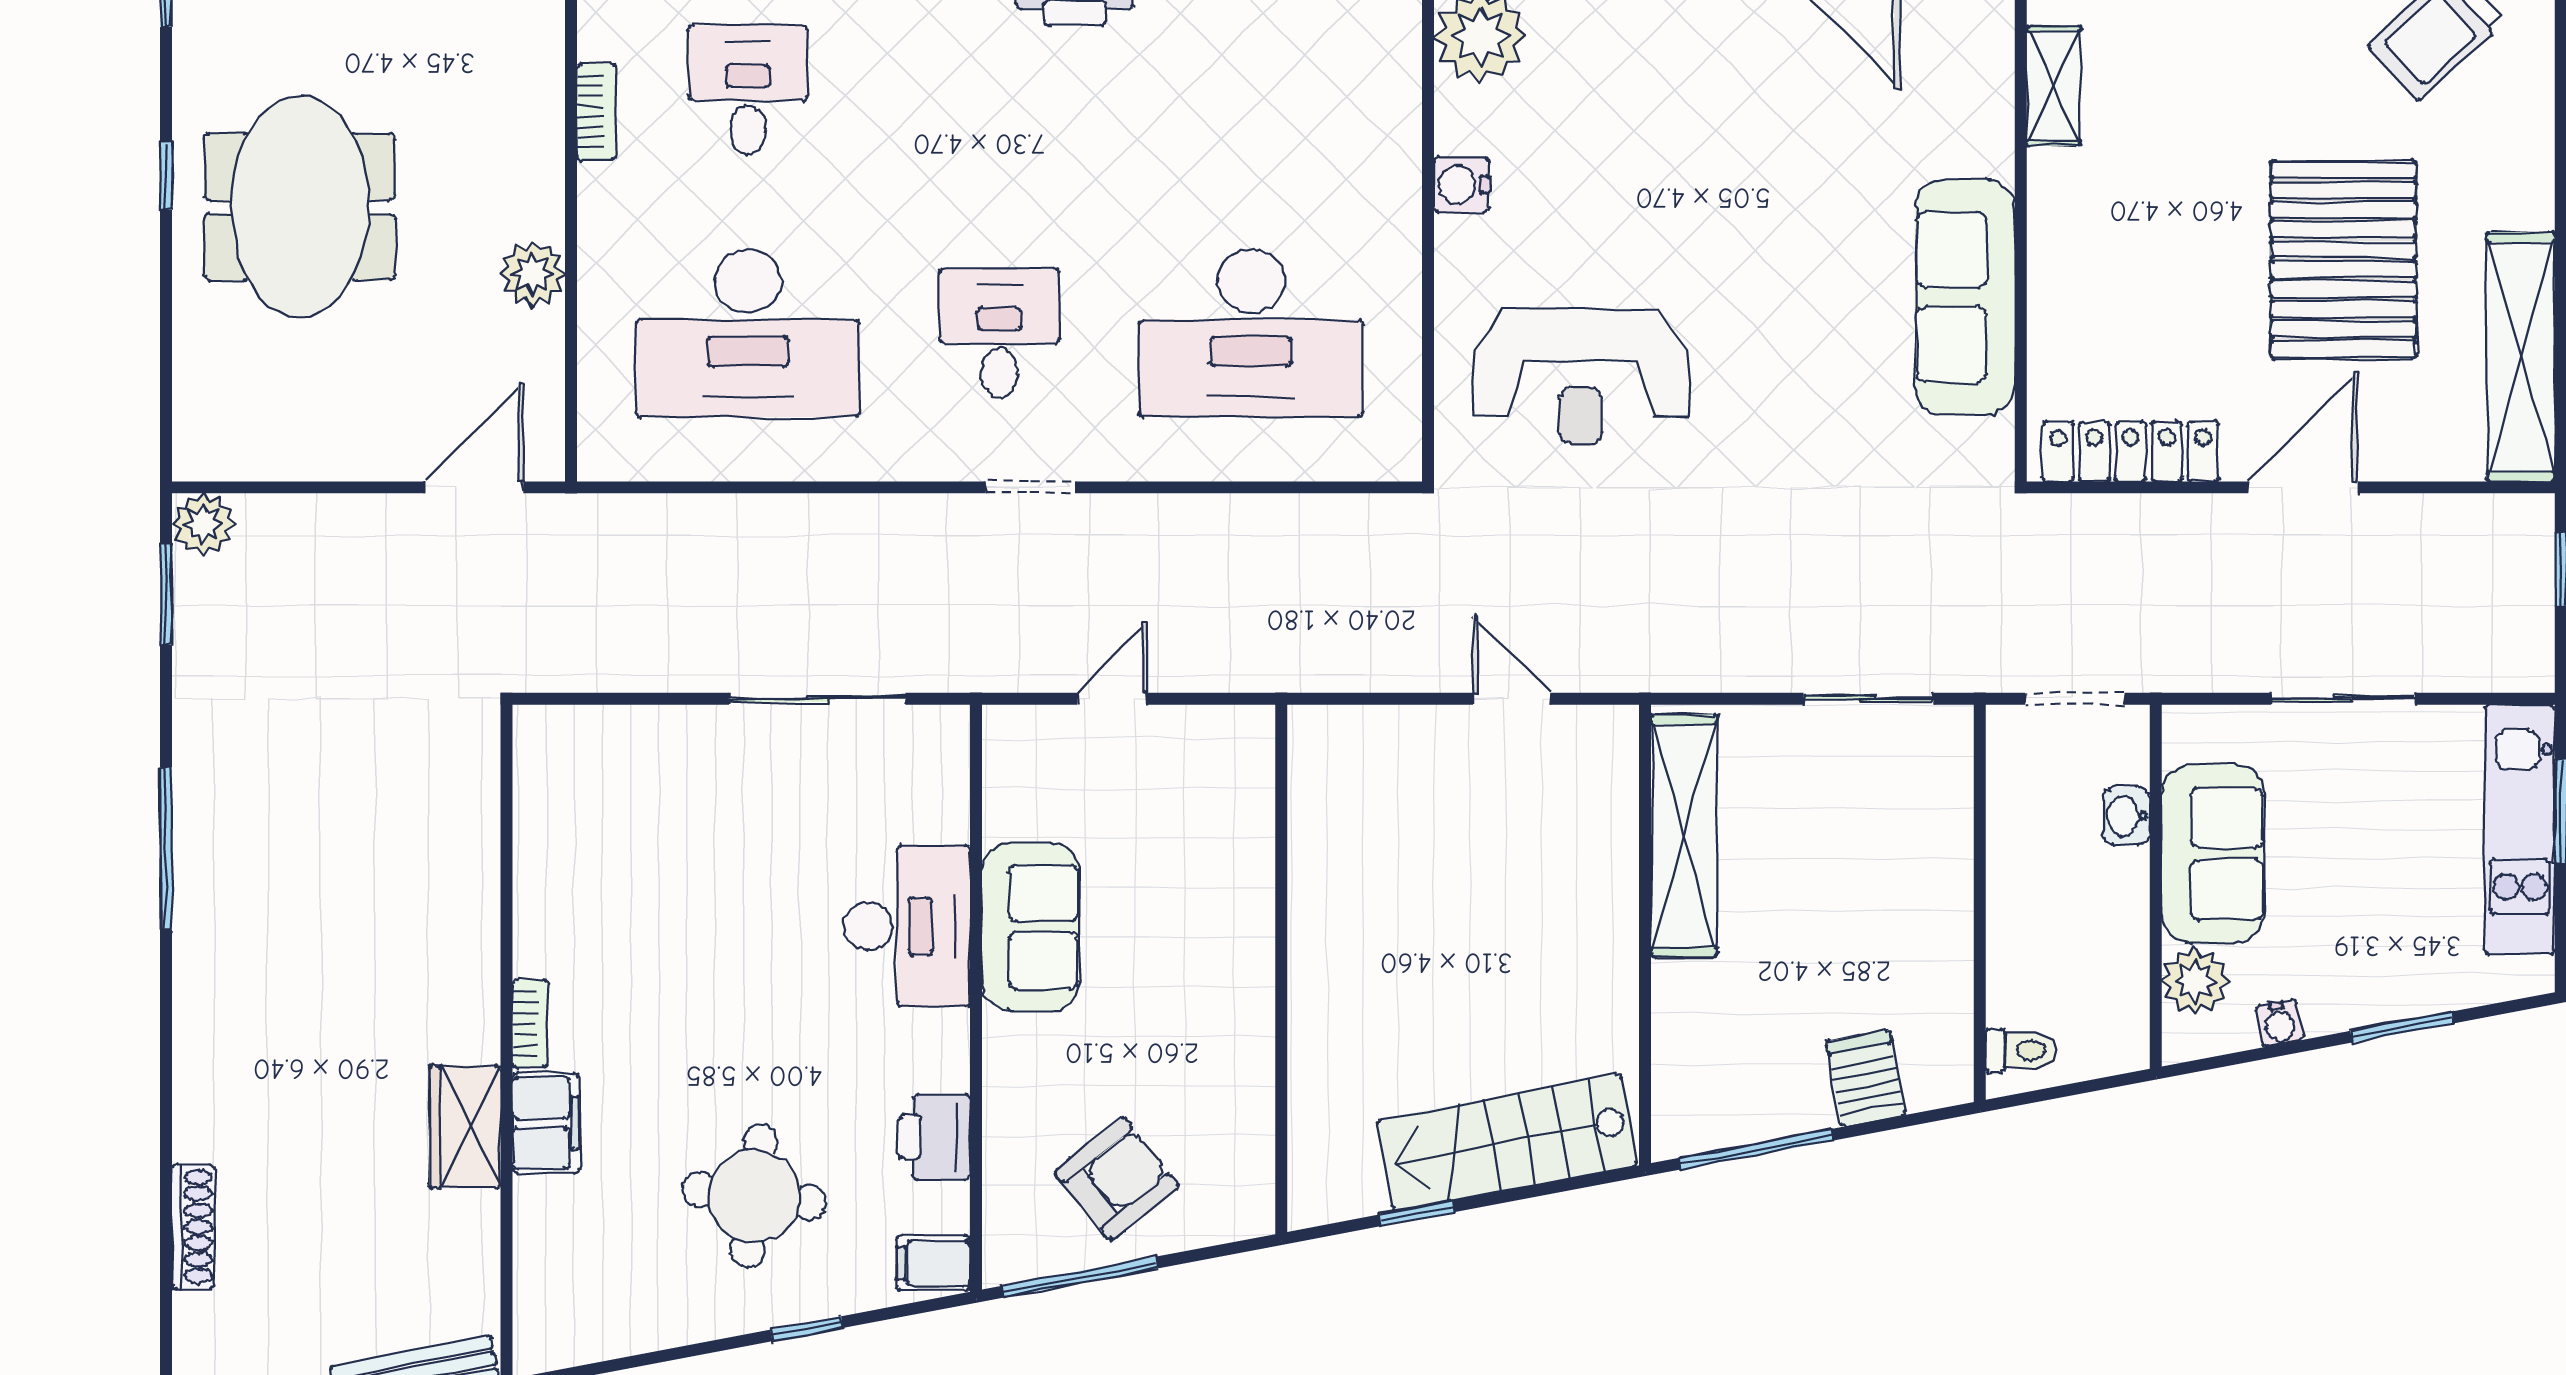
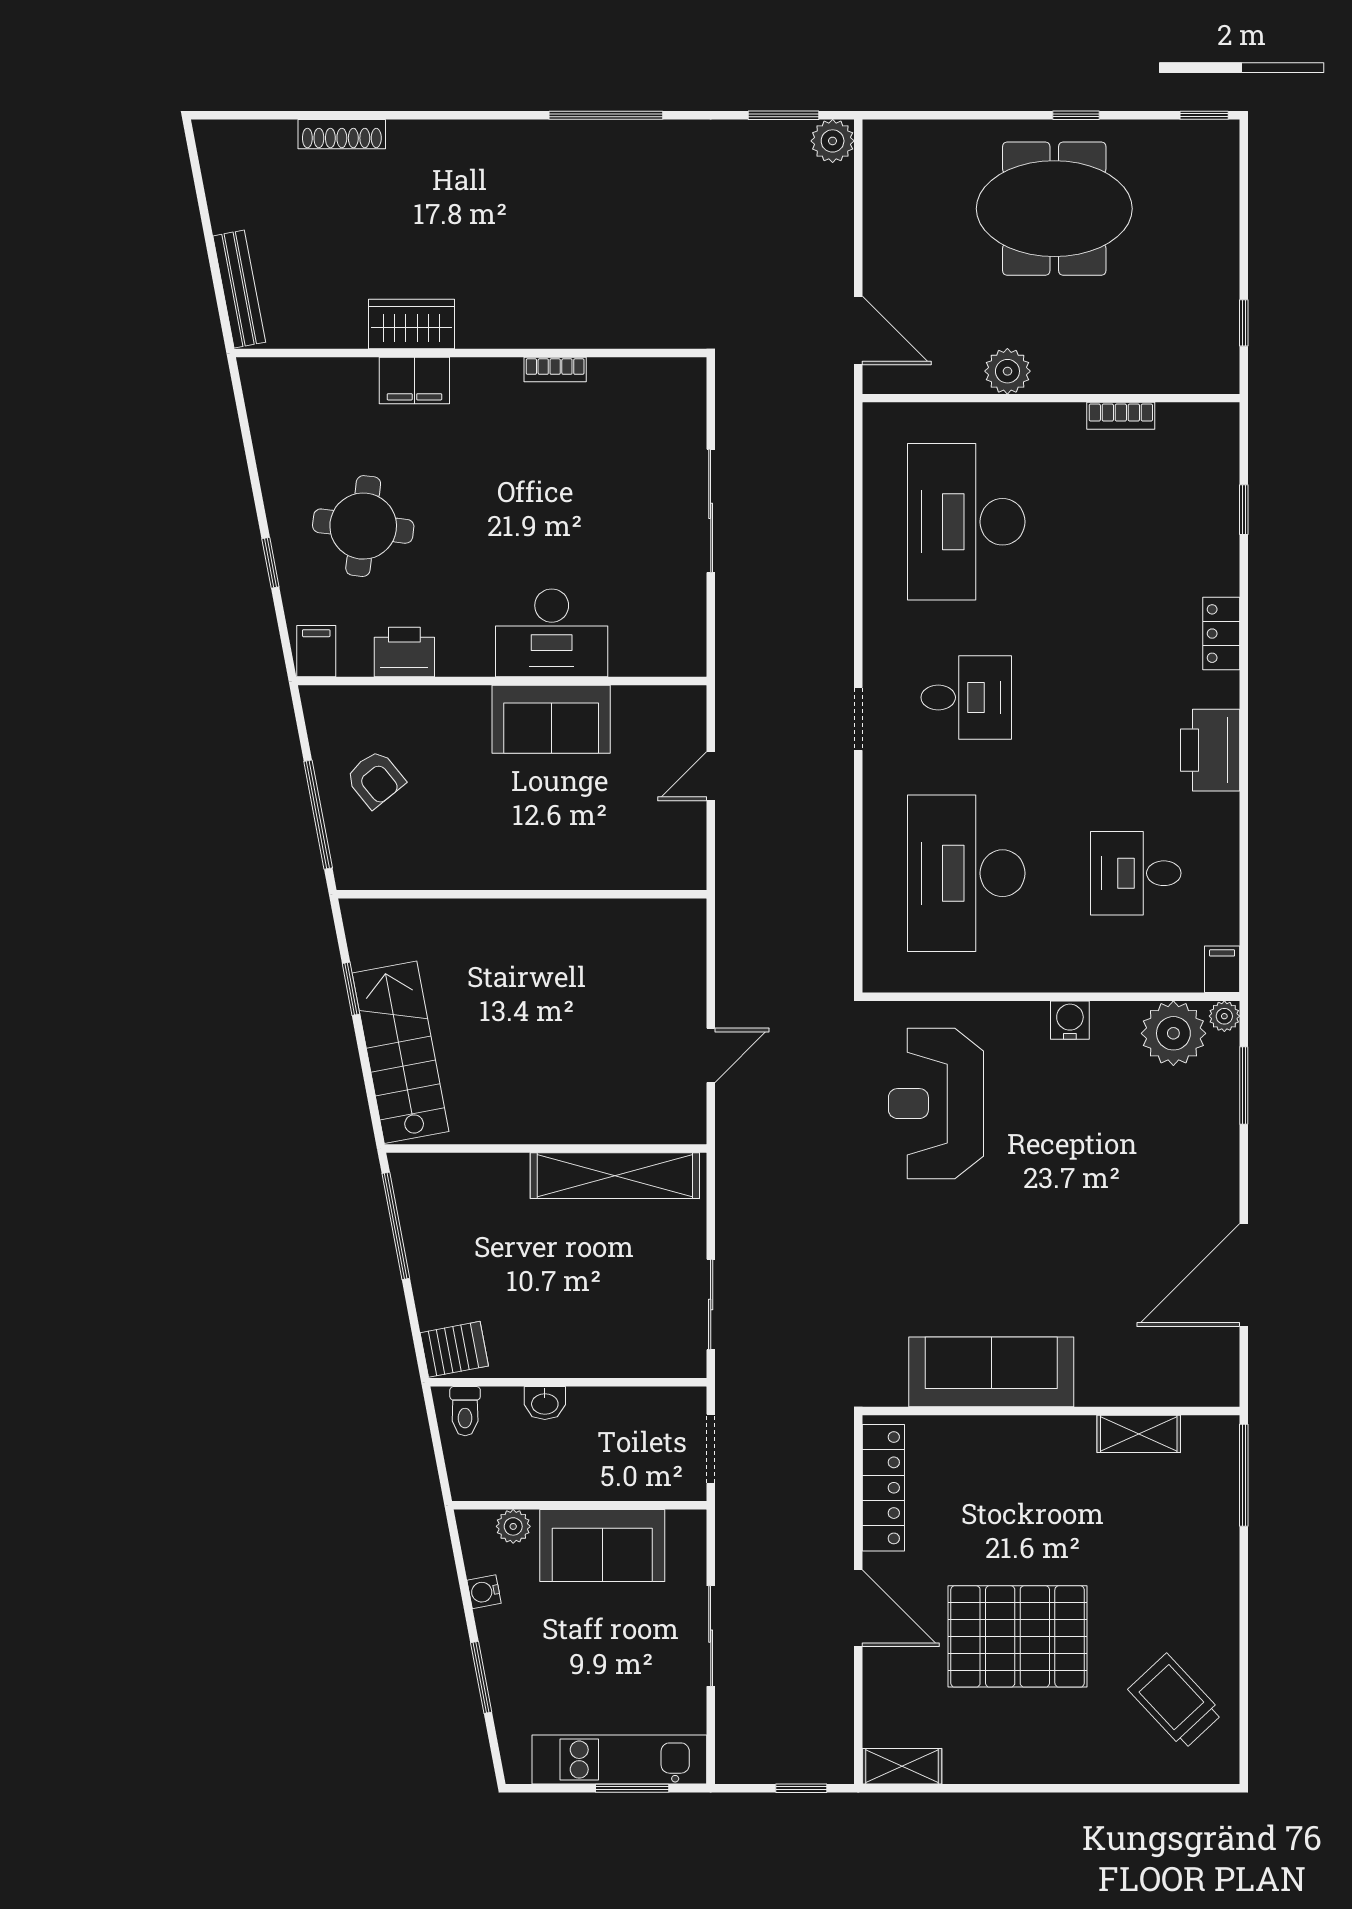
desk: (748, 90) -> (1136, 873), moved, turned 180
shelving: (2521, 357) -> (902, 1766), width x0.45, depth x0.75
sliding door: (817, 699) -> (711, 511), moved
door: (1112, 699) -> (711, 776), swing flipped
washbasin: (2126, 816) -> (545, 1403), moved, turned 180
plant: (2195, 981) -> (513, 1526), width x0.73, depth x0.73
bookcase: (530, 1024) -> (555, 369), moved
server rack: (1866, 1078) -> (454, 1349), moved
armchair: (1116, 1179) -> (375, 779), width x0.72, depth x0.72
window: (1080, 1277) -> (318, 815), moved

